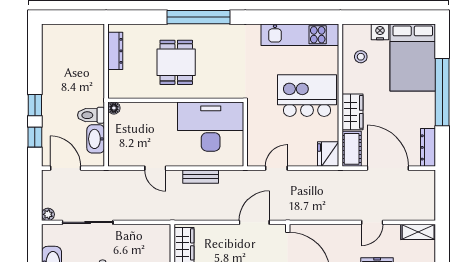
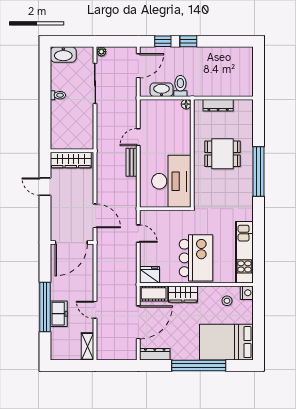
nightstand: (380, 32) -> (247, 293), moved
dresser: (115, 51) -> (218, 105), moved
bench: (201, 177) -> (132, 162), moved

